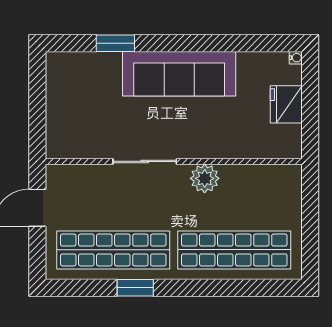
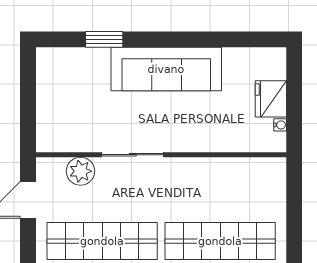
water cooler: (296, 58) -> (280, 125), moved
plant: (205, 178) -> (80, 171), moved

